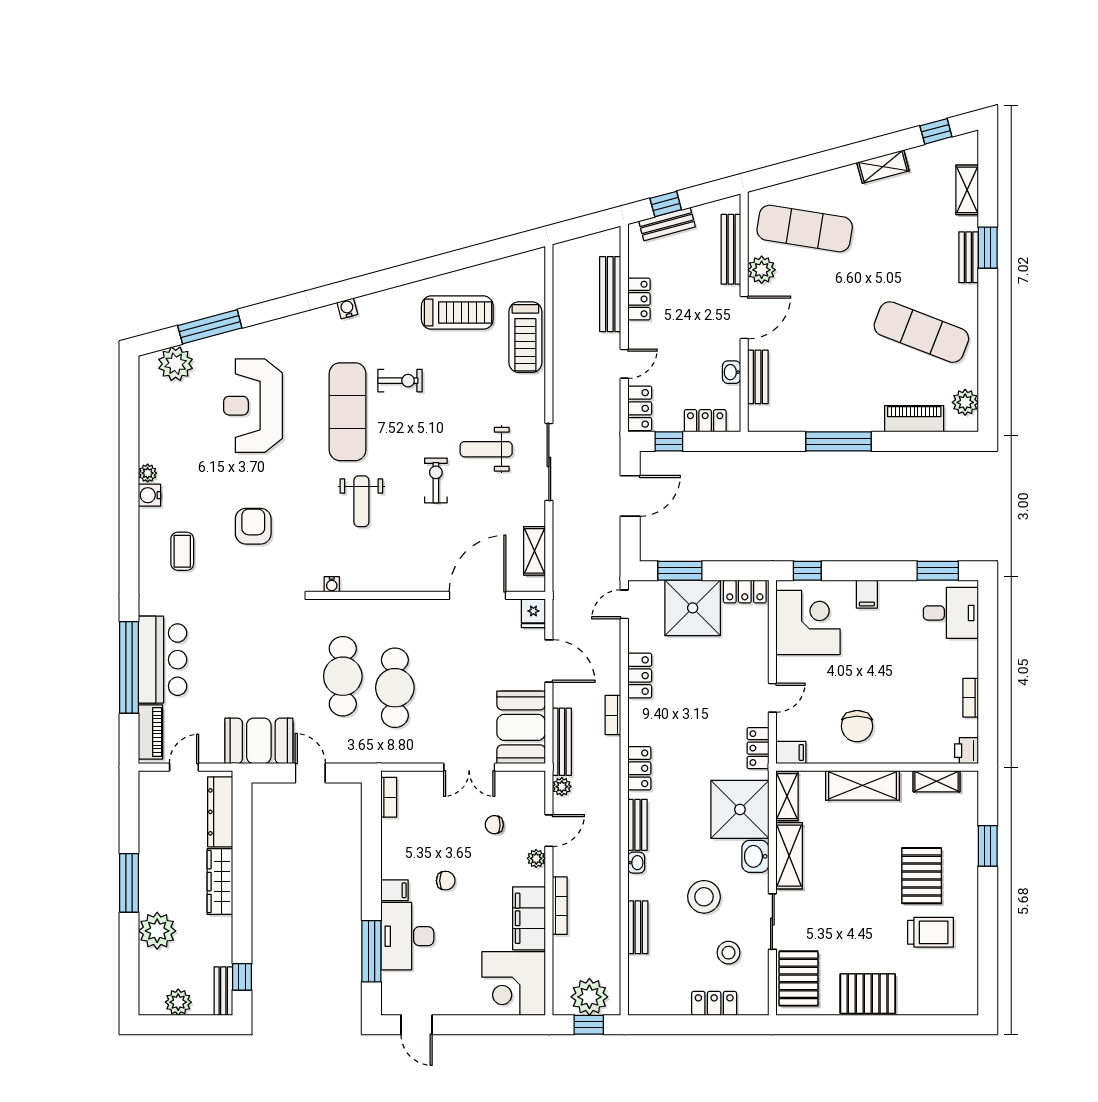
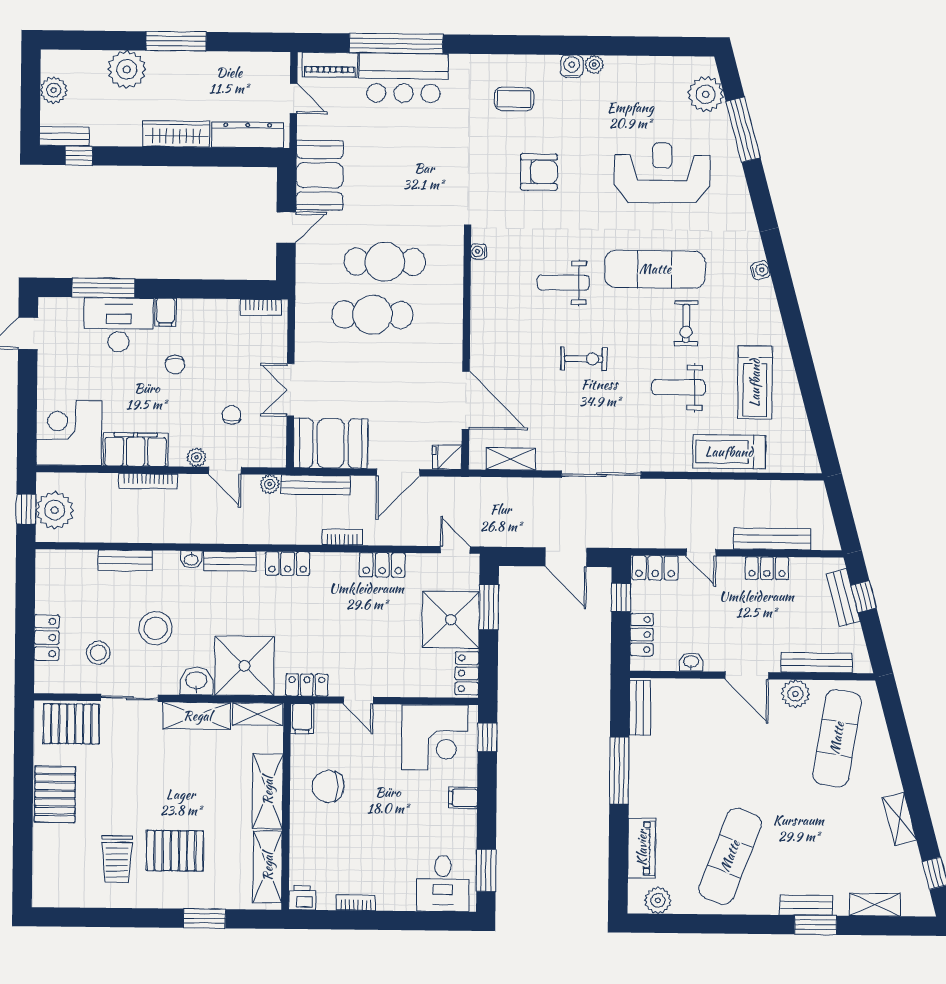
bench: (758, 377) -> (640, 708), moved, turned 90
weight bench: (486, 449) -> (679, 387), moved, turned -90
shelving: (936, 781) -> (268, 867), width x1.50, depth x1.33

